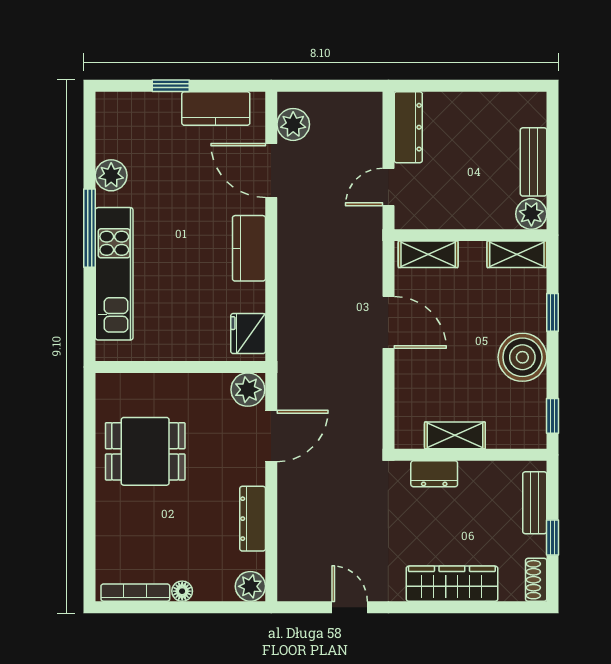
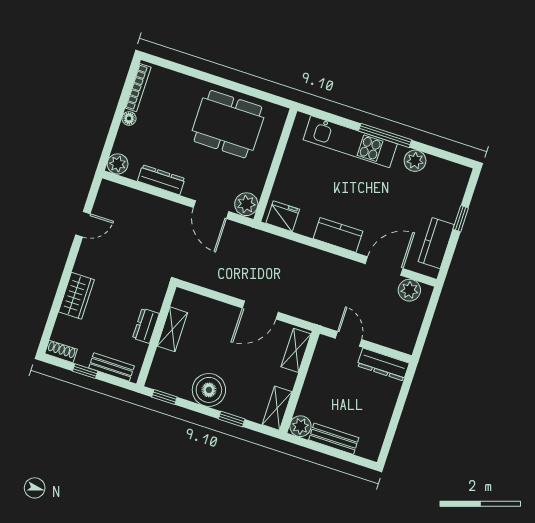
dining table: (145, 451) -> (228, 124), width x1.38
dresser: (434, 474) -> (146, 326), moved
wardrobe: (452, 584) -> (76, 296), width x0.67

